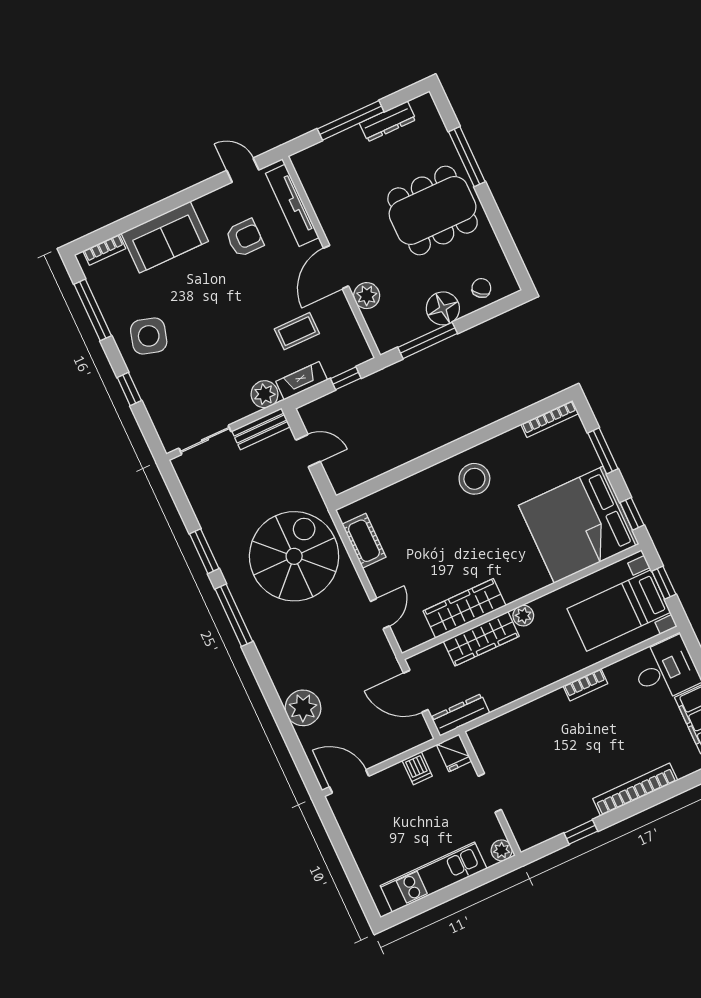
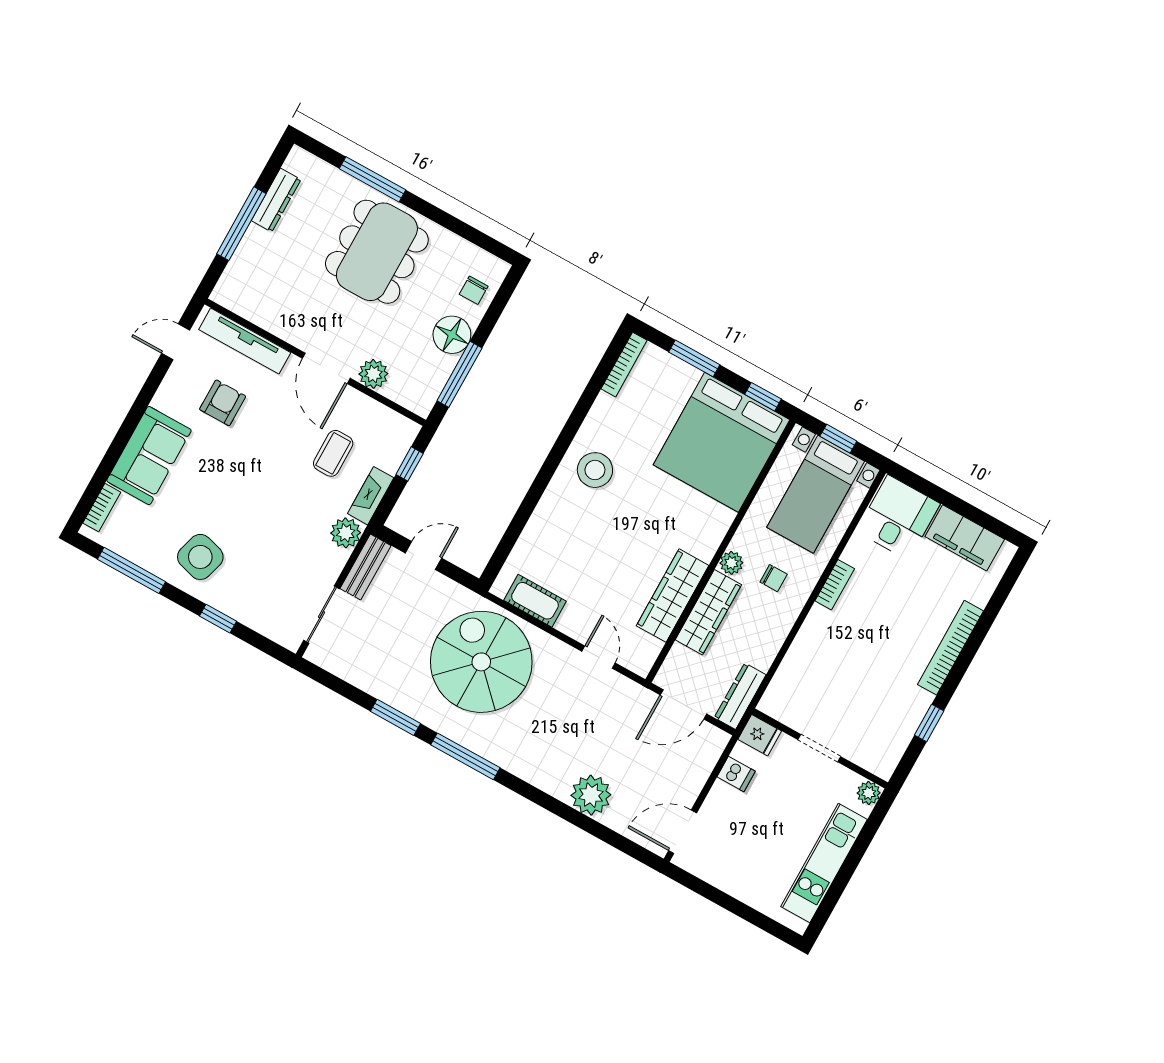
chair: (481, 288) -> (474, 290), turned -127
chair: (545, 648) -> (774, 578), added

